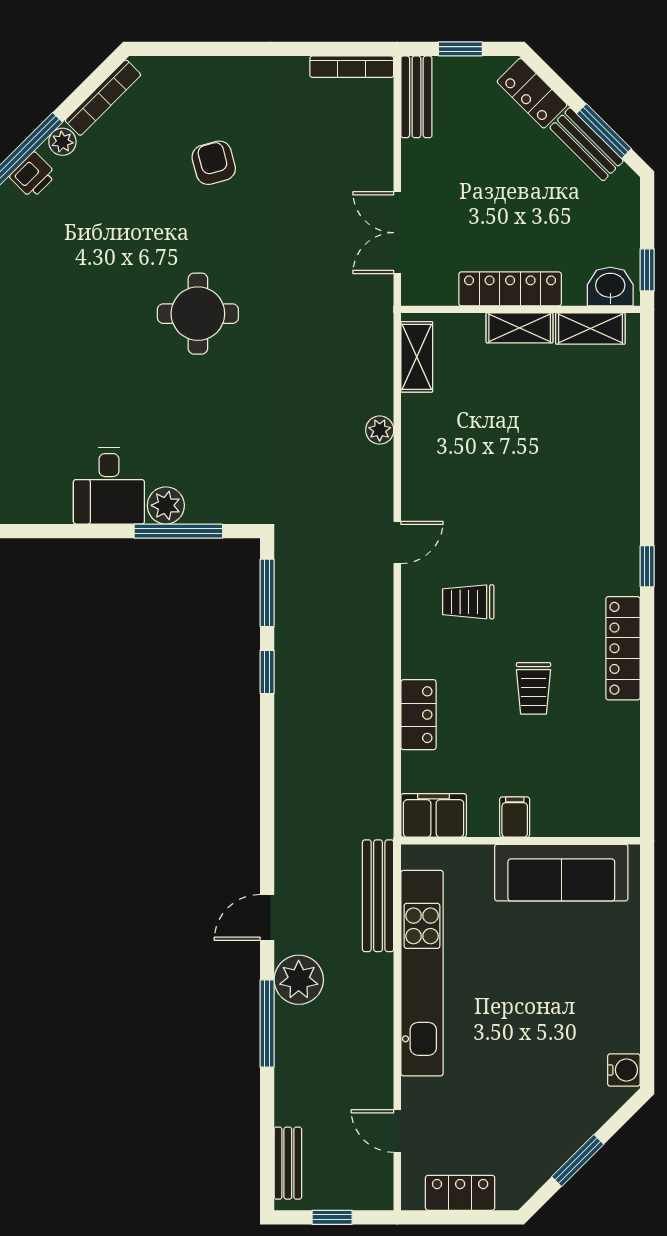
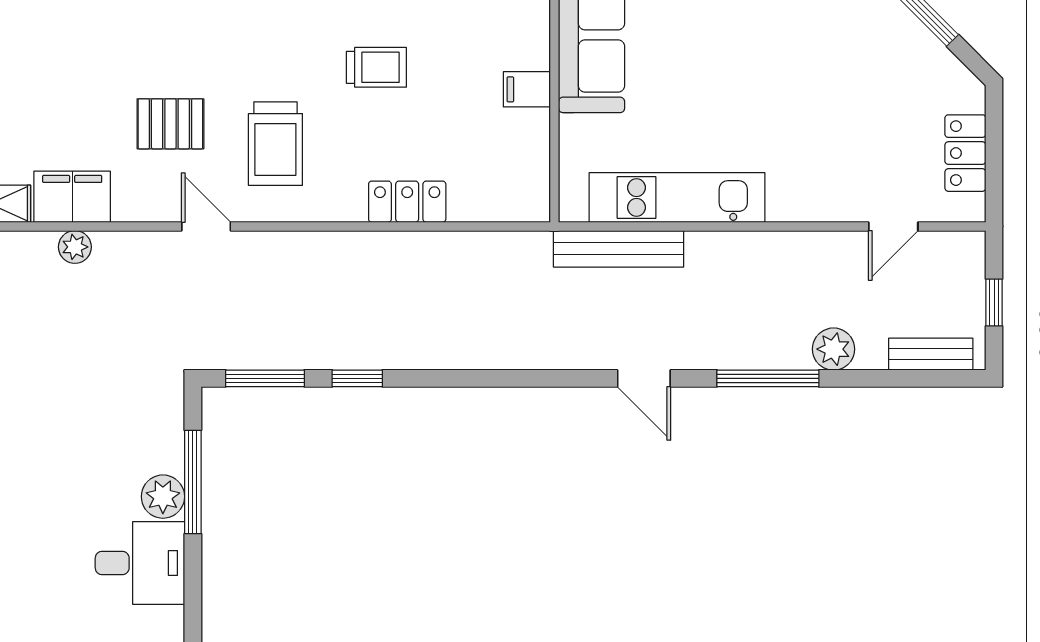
pallet: (485, 512) -> (170, 124), added
trolley: (468, 602) -> (275, 144), width x1.36, depth x1.39
filing cabinet: (434, 815) -> (72, 197), moved, turned 90
kitchen unit: (422, 973) -> (677, 198), width x0.73
plant: (299, 980) -> (834, 349), moved, width x0.73, depth x0.73

